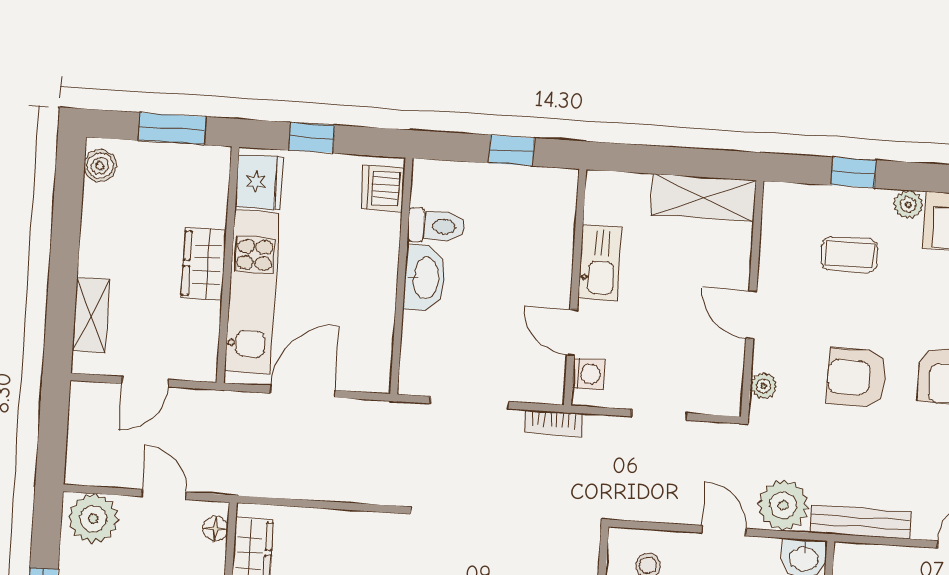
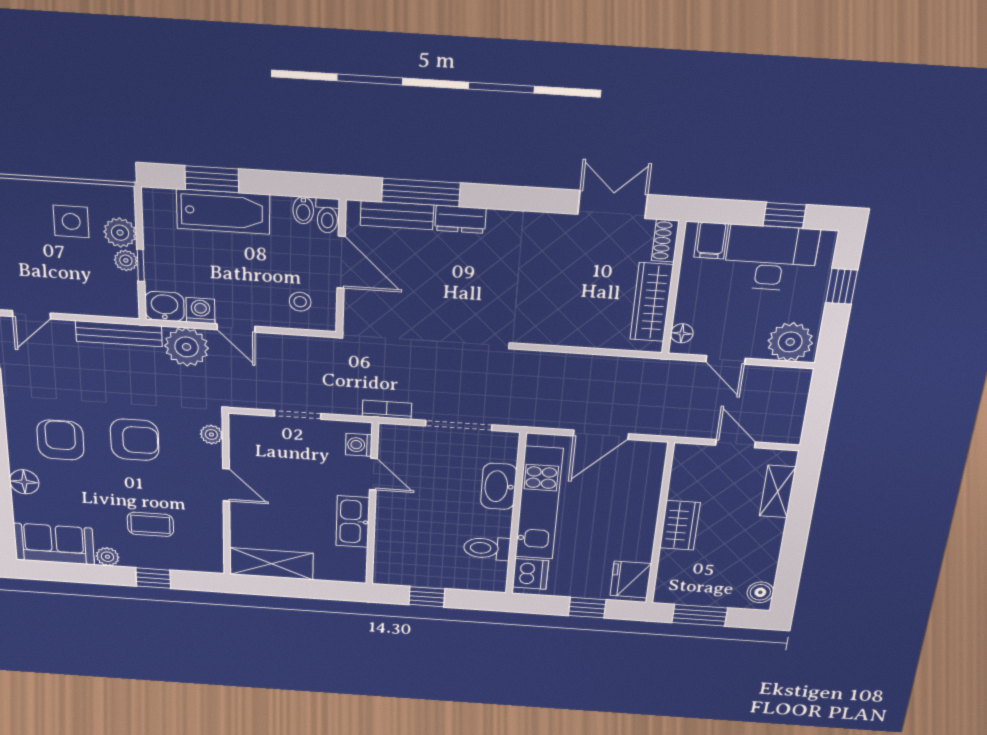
washbasin: (425, 278) -> (499, 486), moved
kitchen unit: (252, 292) -> (539, 503), moved, turned 180
door: (145, 382) -> (735, 444), hinge flipped
washing machine: (763, 553) -> (200, 311), added

